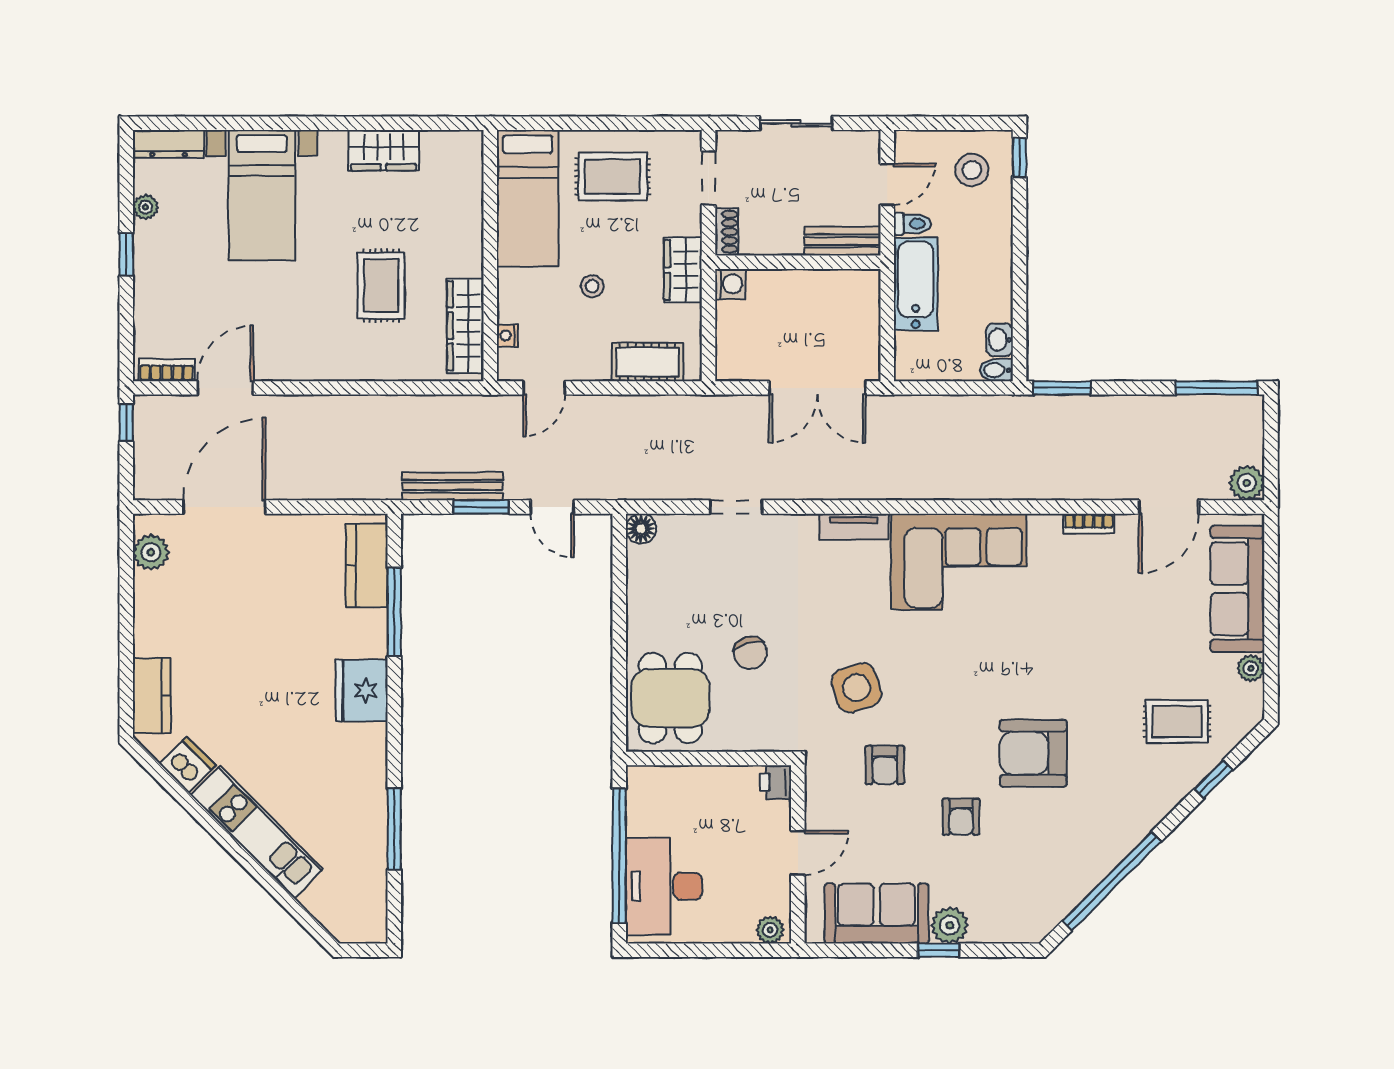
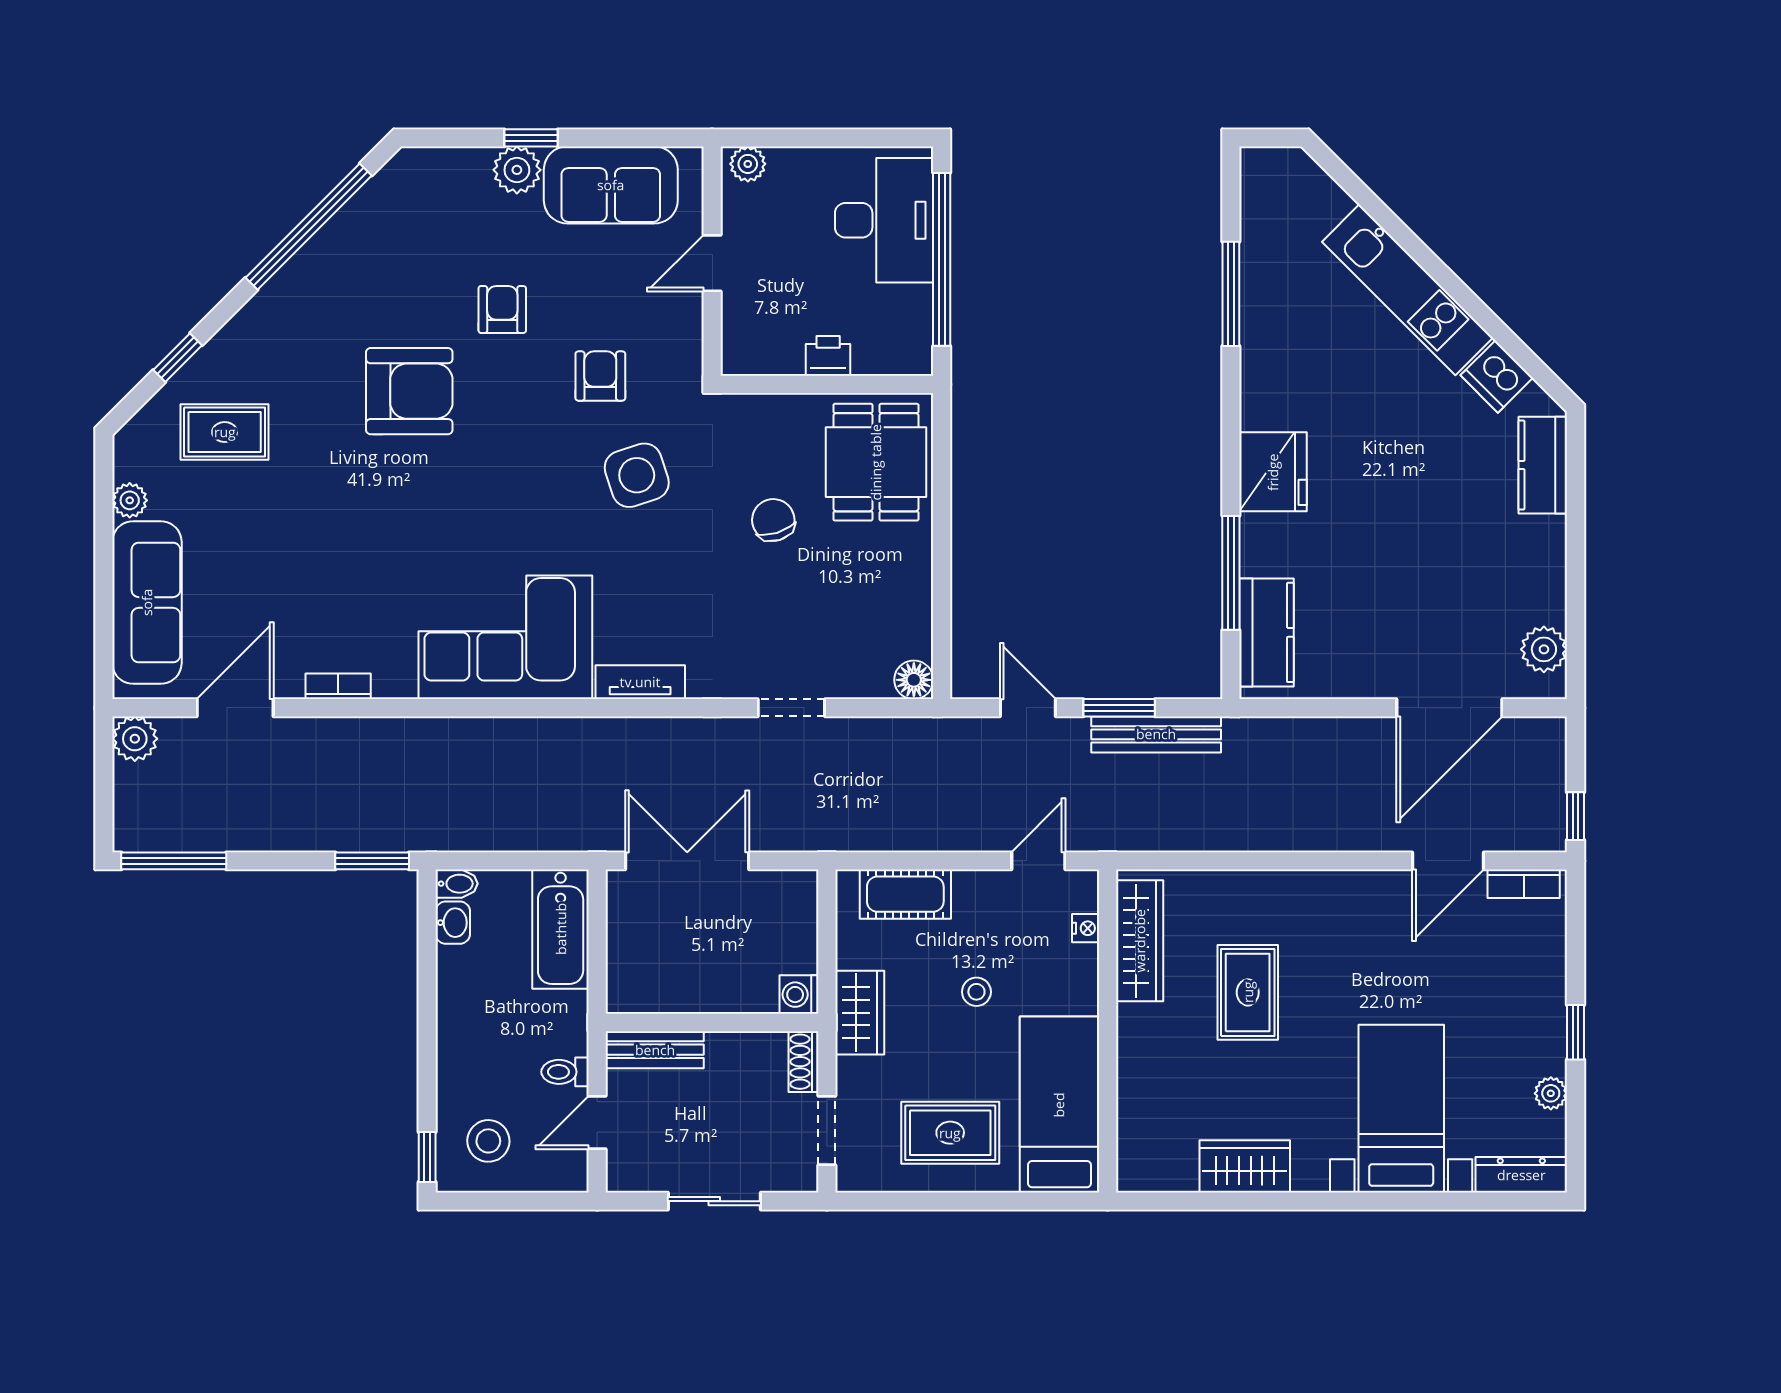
bathtub: (916, 284) -> (561, 929), moved
printer: (776, 782) -> (828, 356), moved, turned -90

